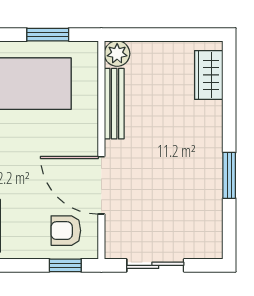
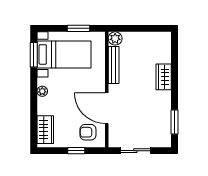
wardrobe: (209, 75) -> (164, 77), moved
window: (229, 175) -> (175, 122), moved
window: (65, 265) -> (76, 151), moved

